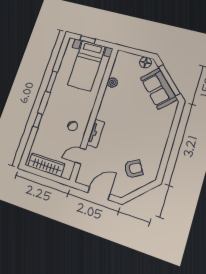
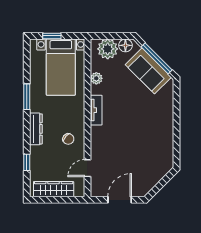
plant: (129, 61) -> (108, 49), added
dresser: (49, 110) -> (36, 129), added
window: (38, 120) -> (27, 162), moved
tv unit: (96, 134) -> (96, 110), moved
armchair: (134, 169) -> (147, 164), removed

